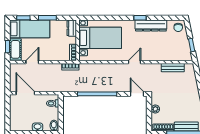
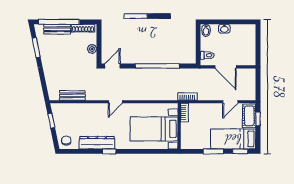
dresser: (72, 28) -> (186, 140), removed
door: (25, 93) -> (226, 67), moved
door: (137, 94) -> (113, 66), swing flipped

